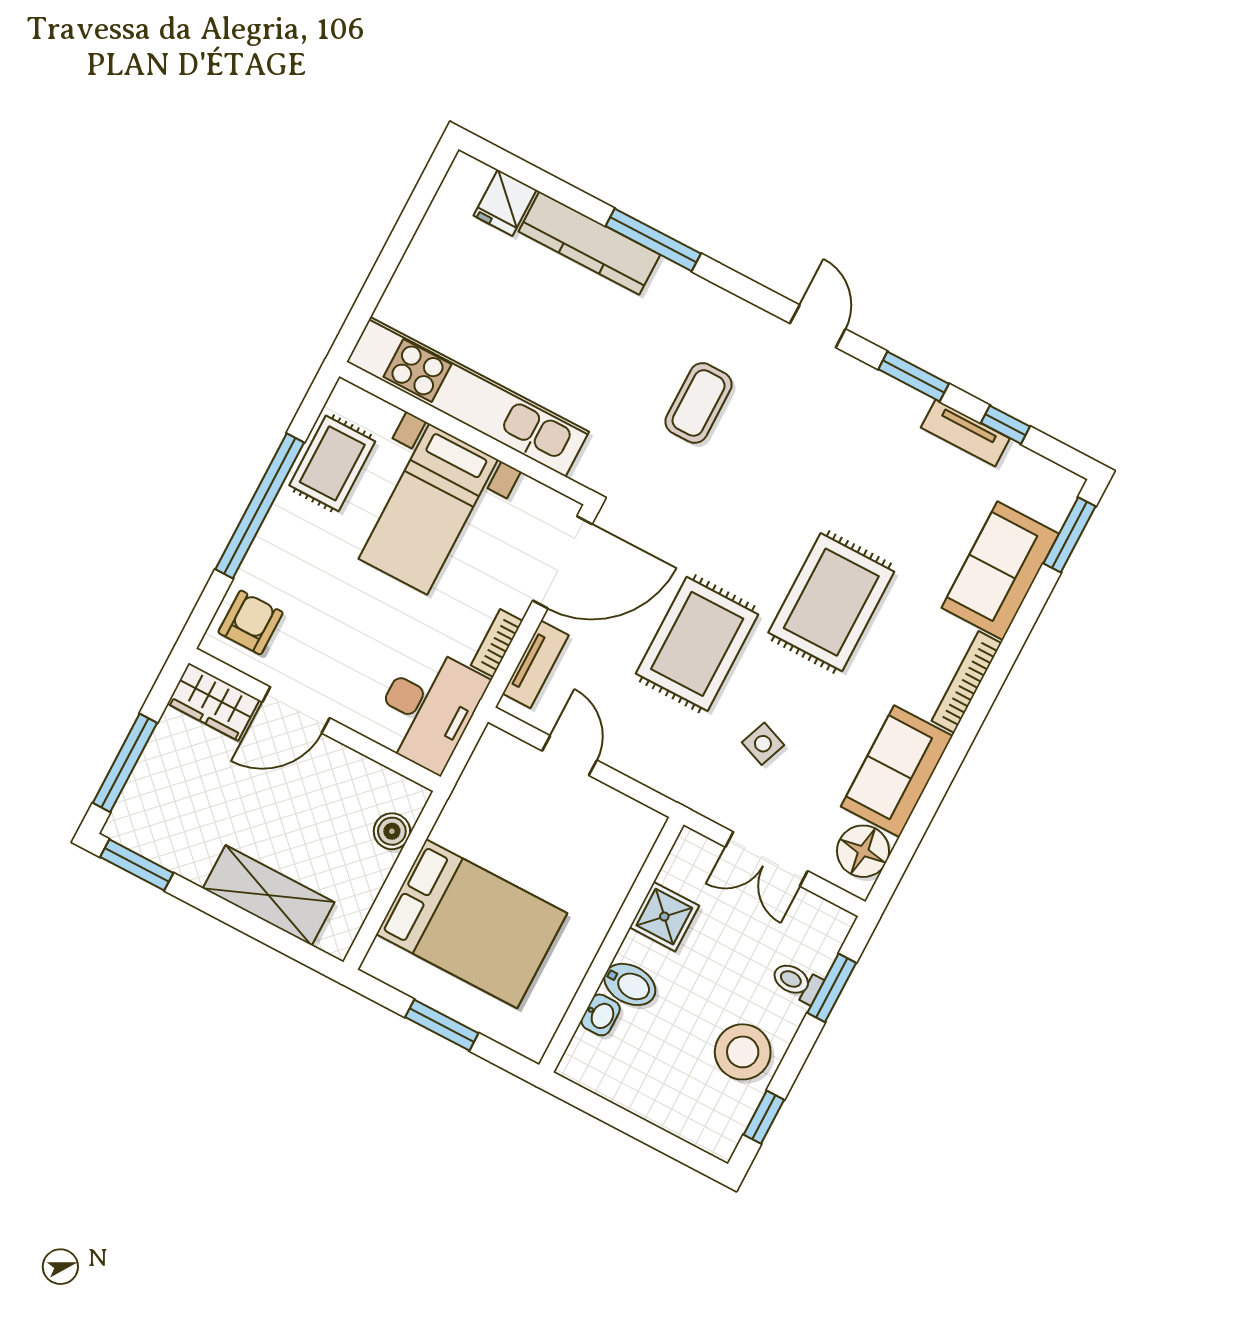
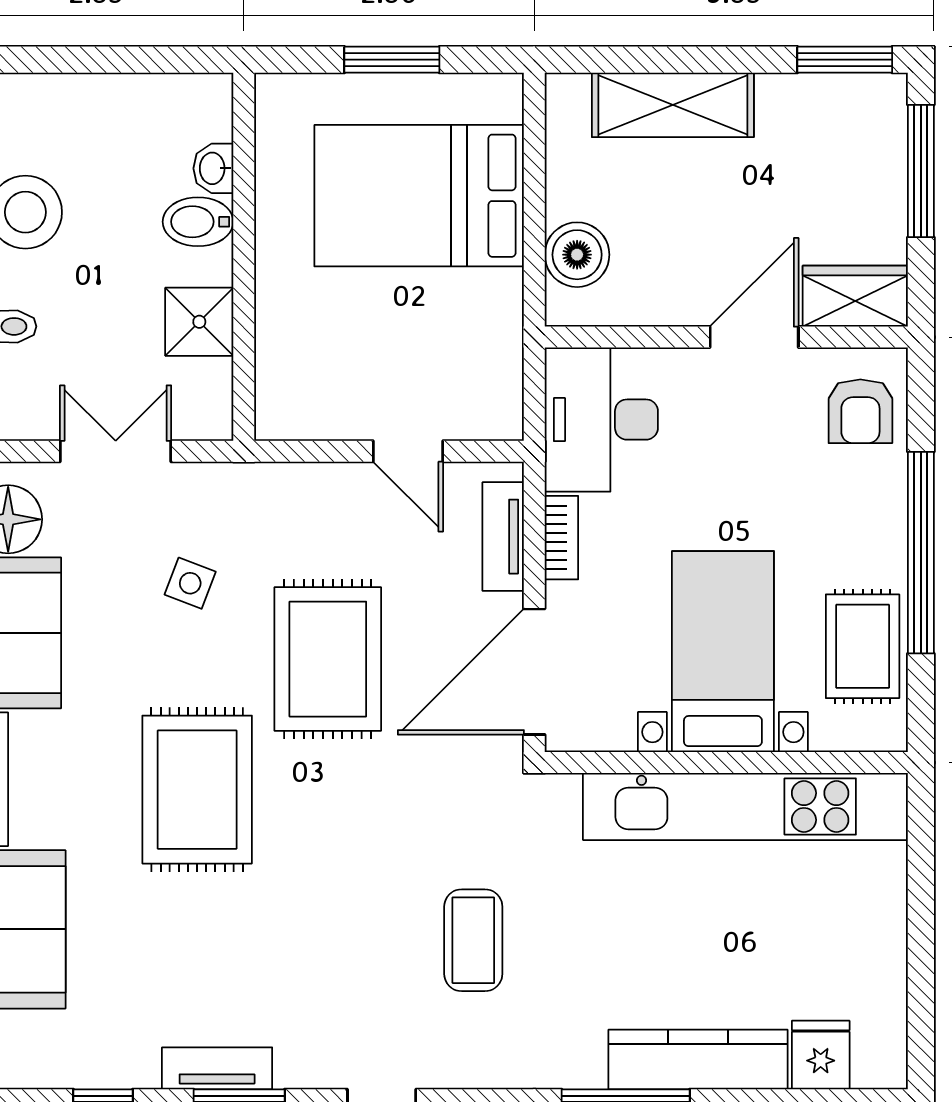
tv unit: (965, 433) -> (217, 1068), moved
boiler: (392, 831) -> (577, 255), width x1.36, depth x1.36

